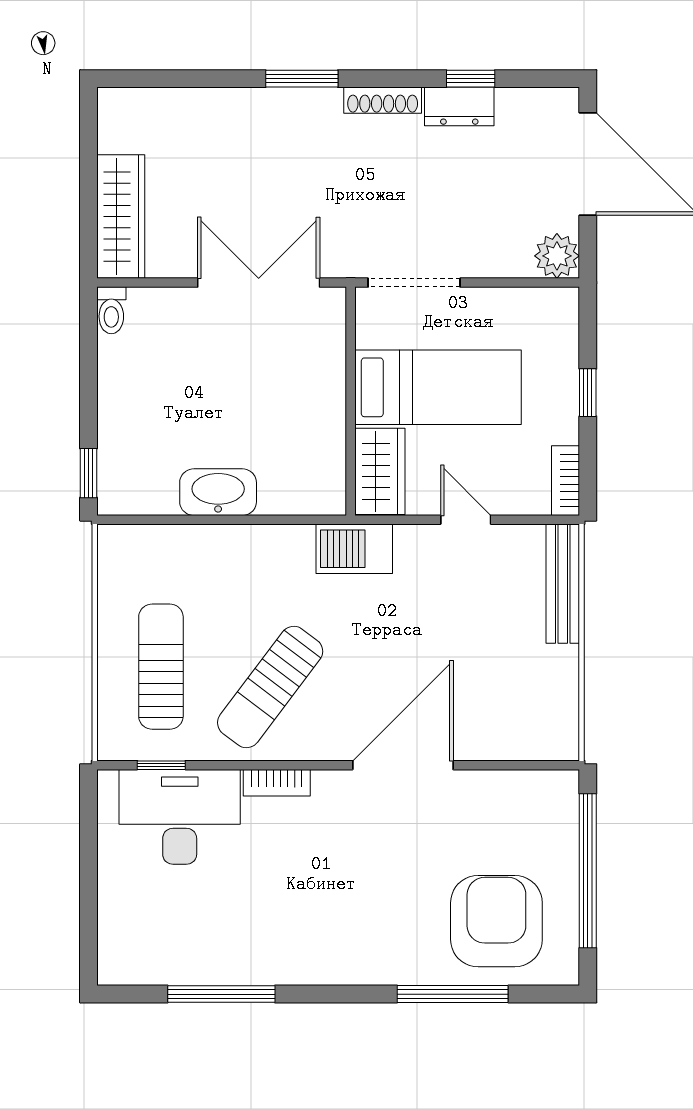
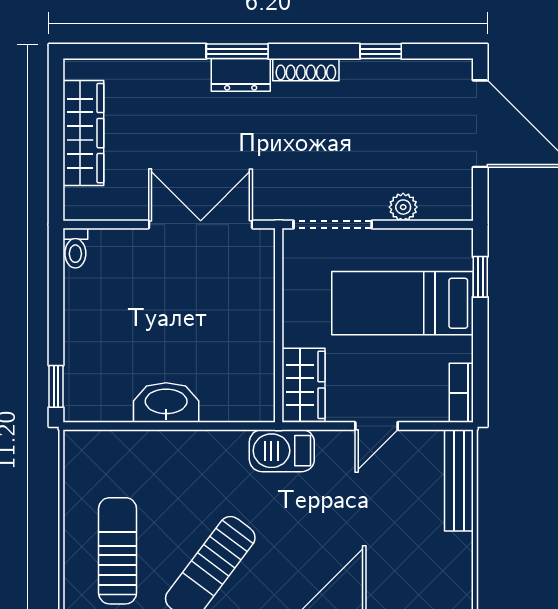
dresser: (459, 106) -> (241, 75), moved
wardrobe: (121, 216) -> (83, 133), moved
plant: (557, 256) -> (403, 207), moved, width x0.73, depth x0.73
bed: (438, 387) -> (403, 303), moved, turned 180
window: (588, 393) -> (480, 277), moved
door: (466, 520) -> (376, 426), swing flipped

